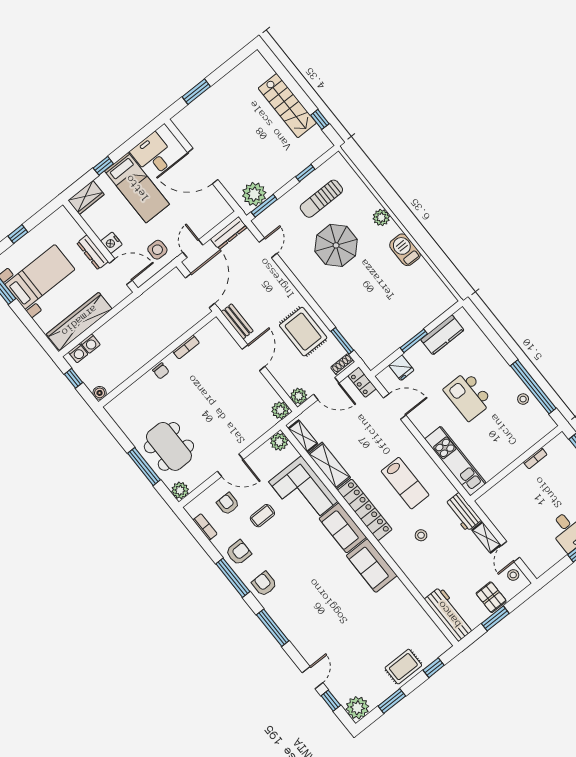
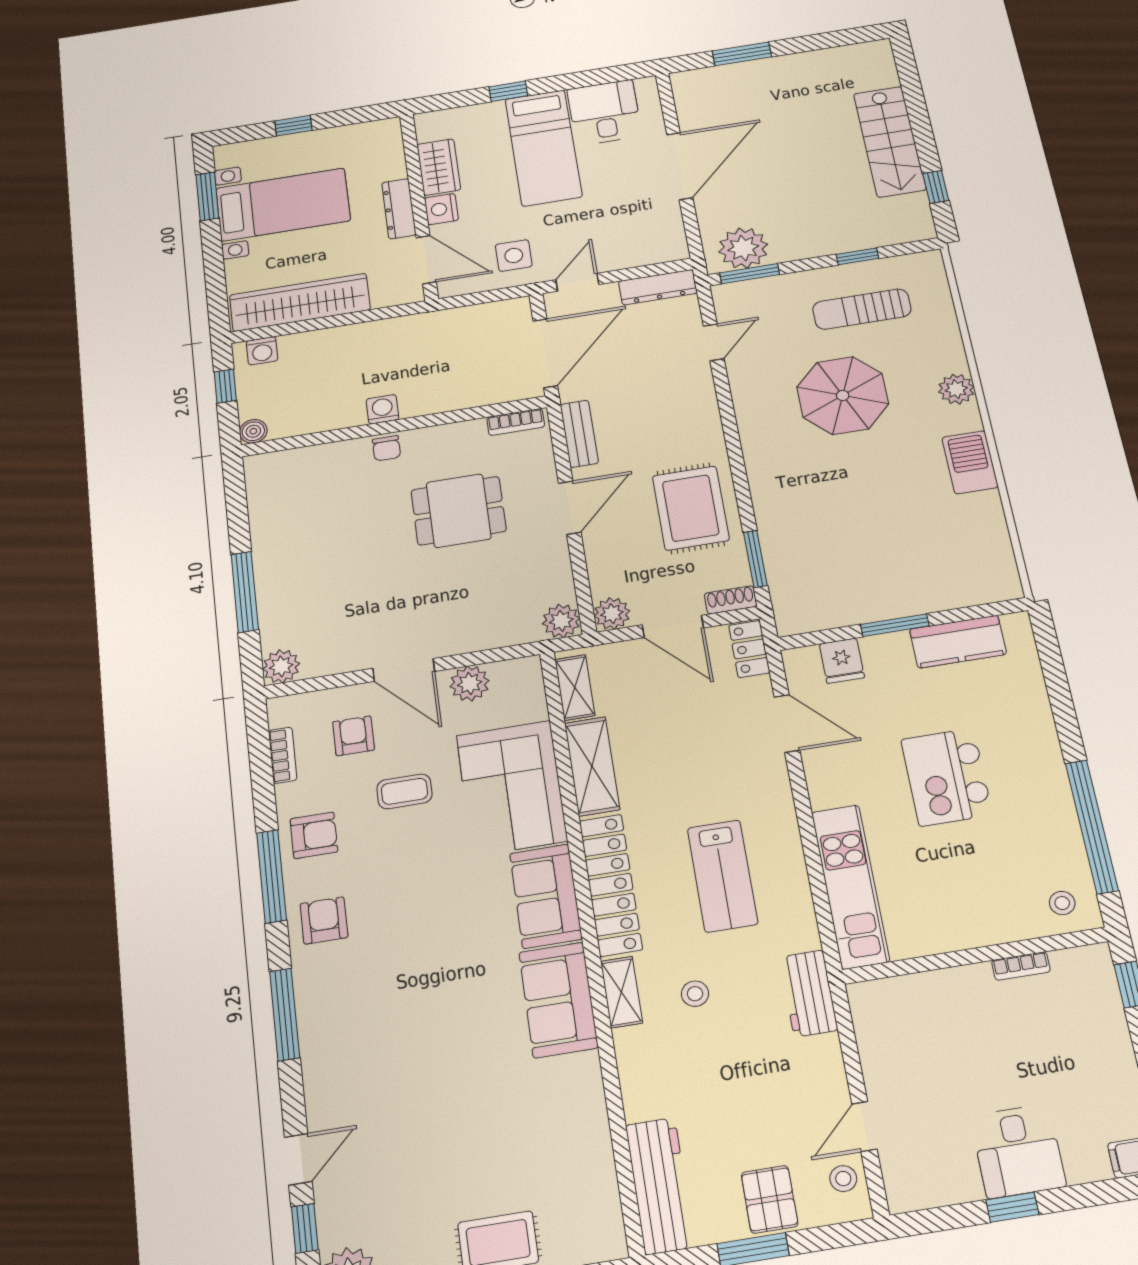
door: (203, 166) -> (680, 166), swing flipped
wardrobe: (86, 197) -> (439, 167), moved, turned -90
washing machine: (90, 344) -> (382, 409), moved, turned 180
bookcase: (186, 347) -> (516, 422), moved
stool: (523, 399) -> (1062, 903), moved
plant: (279, 442) -> (470, 684), moved
dining table: (169, 446) -> (459, 511), moved, width x0.73
shelving: (486, 537) -> (621, 992), moved

